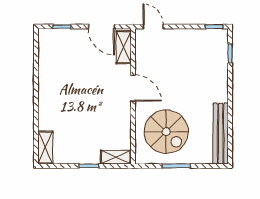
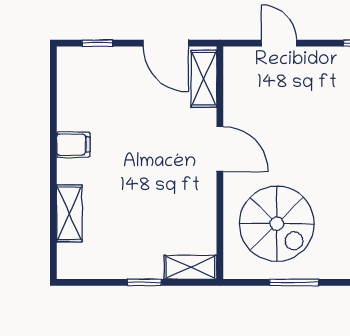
door: (153, 27) -> (279, 43), moved
filing cabinet: (48, 86) -> (73, 145), added
shelving: (45, 147) -> (69, 213), moved

